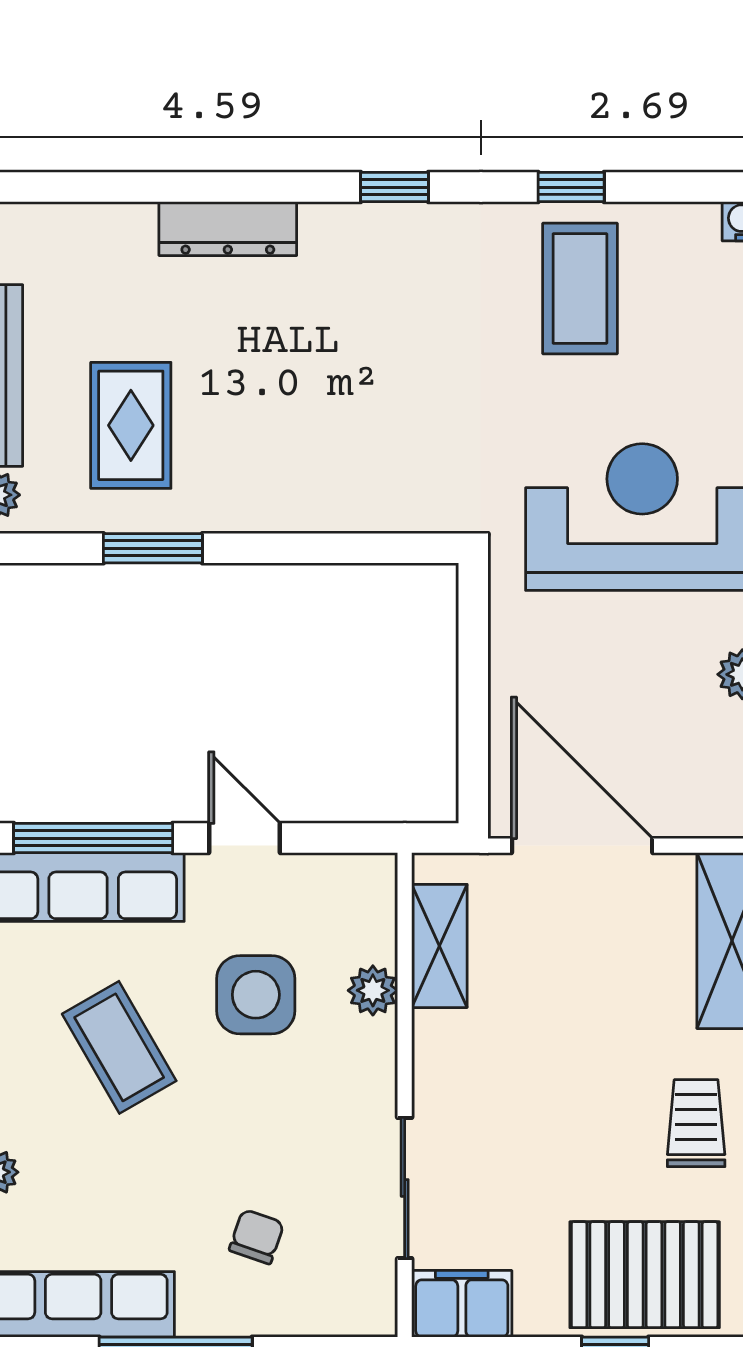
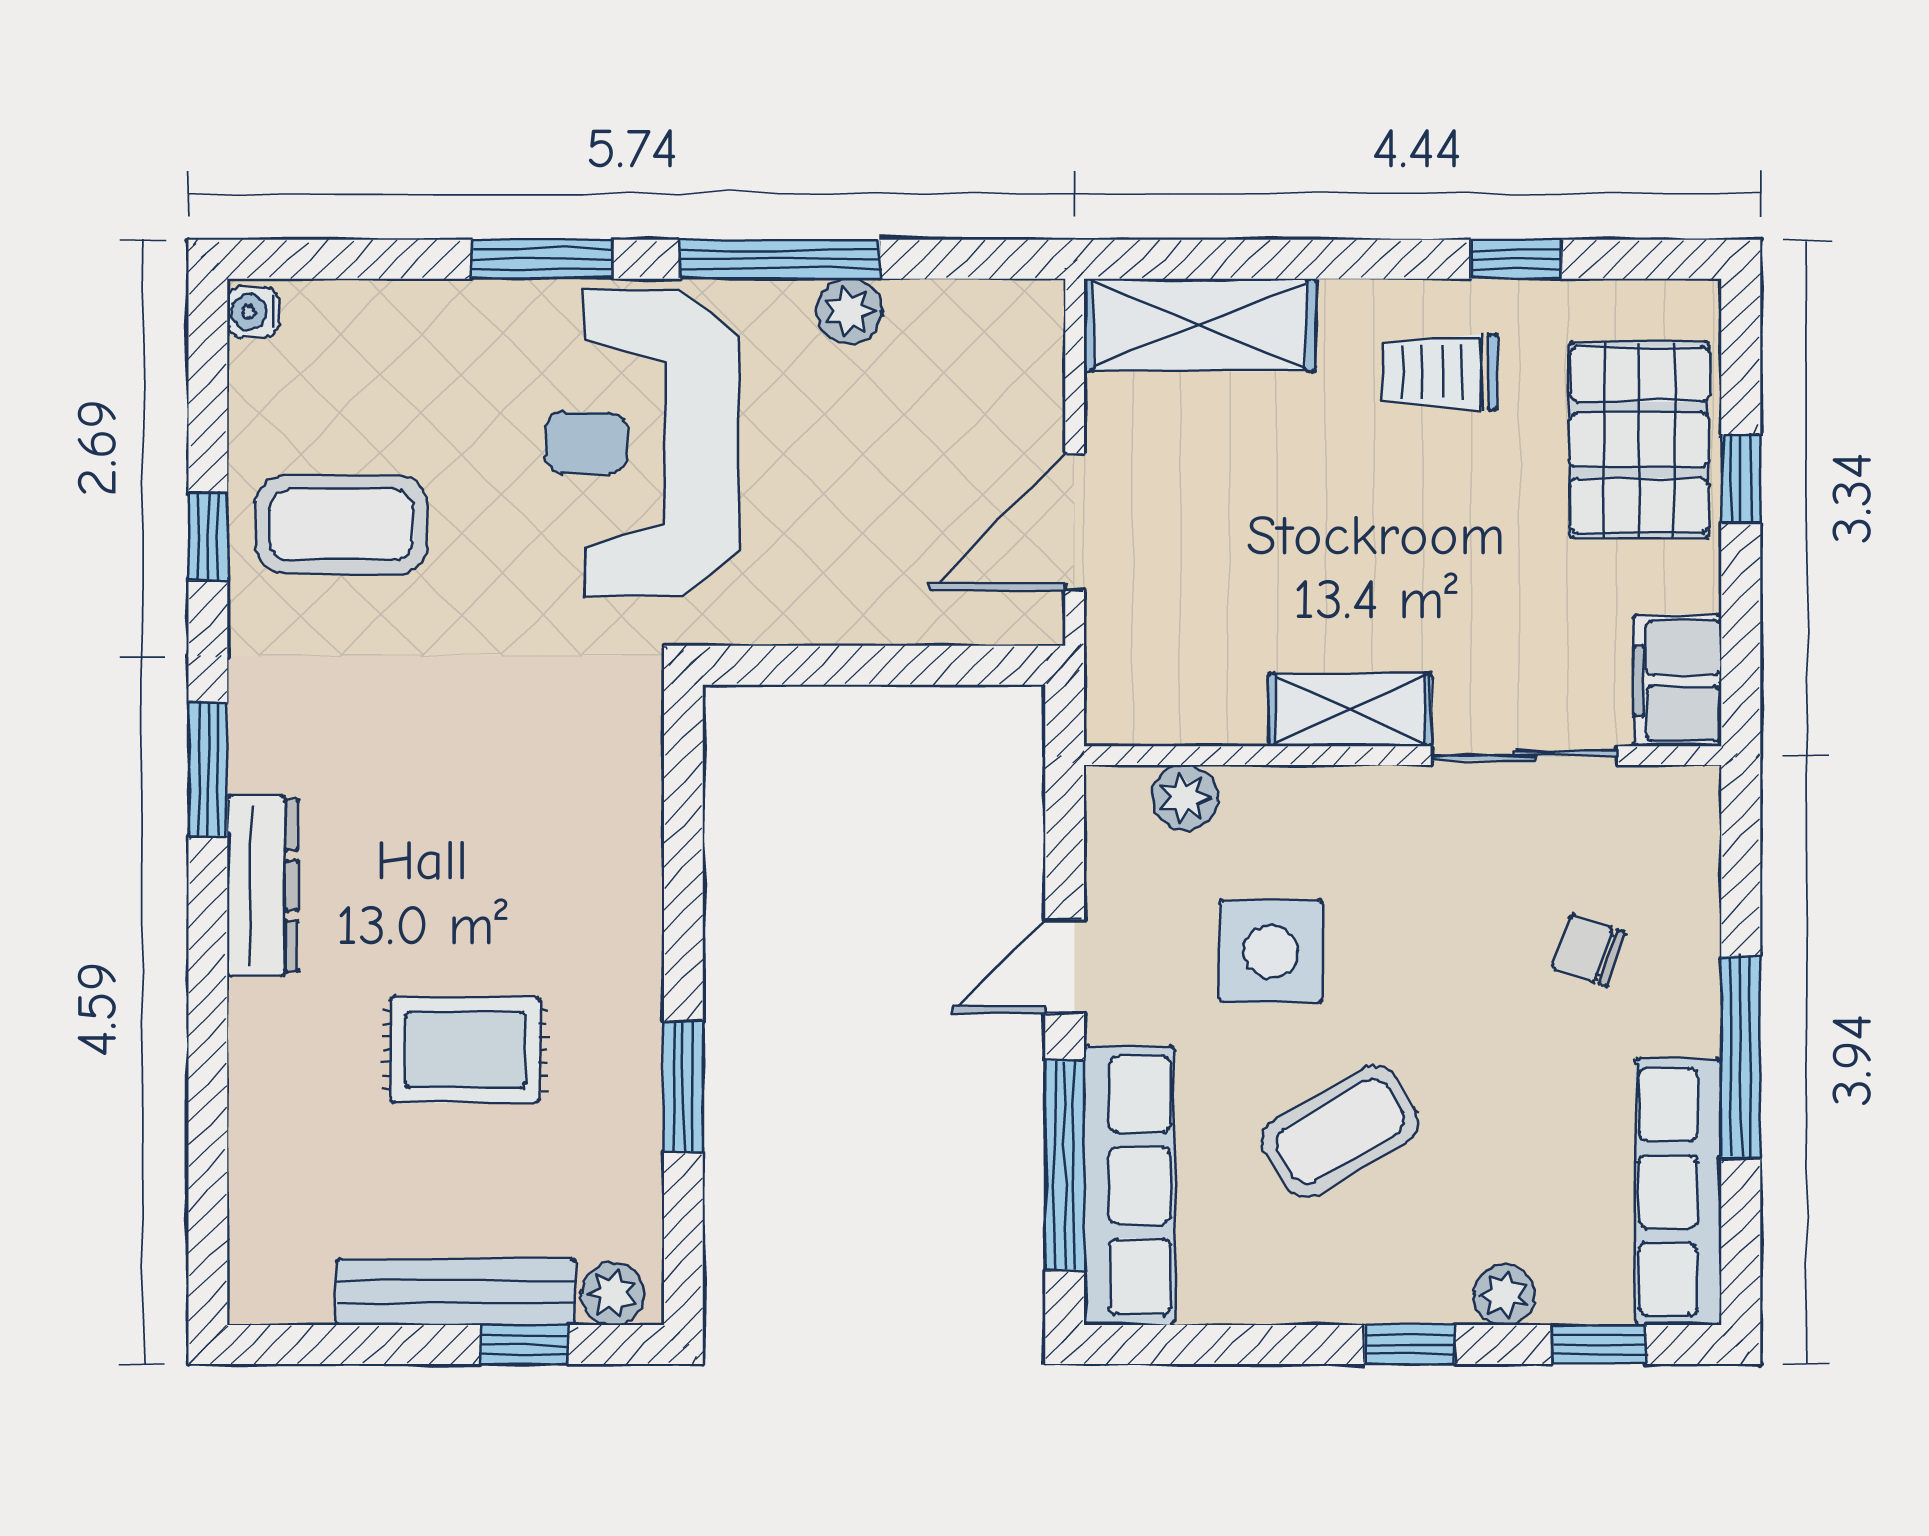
window: (395, 187) -> (208, 769), width x1.50
dresser: (228, 229) -> (263, 886), moved
rug: (131, 425) -> (465, 1050), moved
door: (582, 846) -> (1075, 522), width x0.73
shelving: (439, 946) -> (1350, 710), moved
plant: (373, 990) -> (1185, 798), moved

